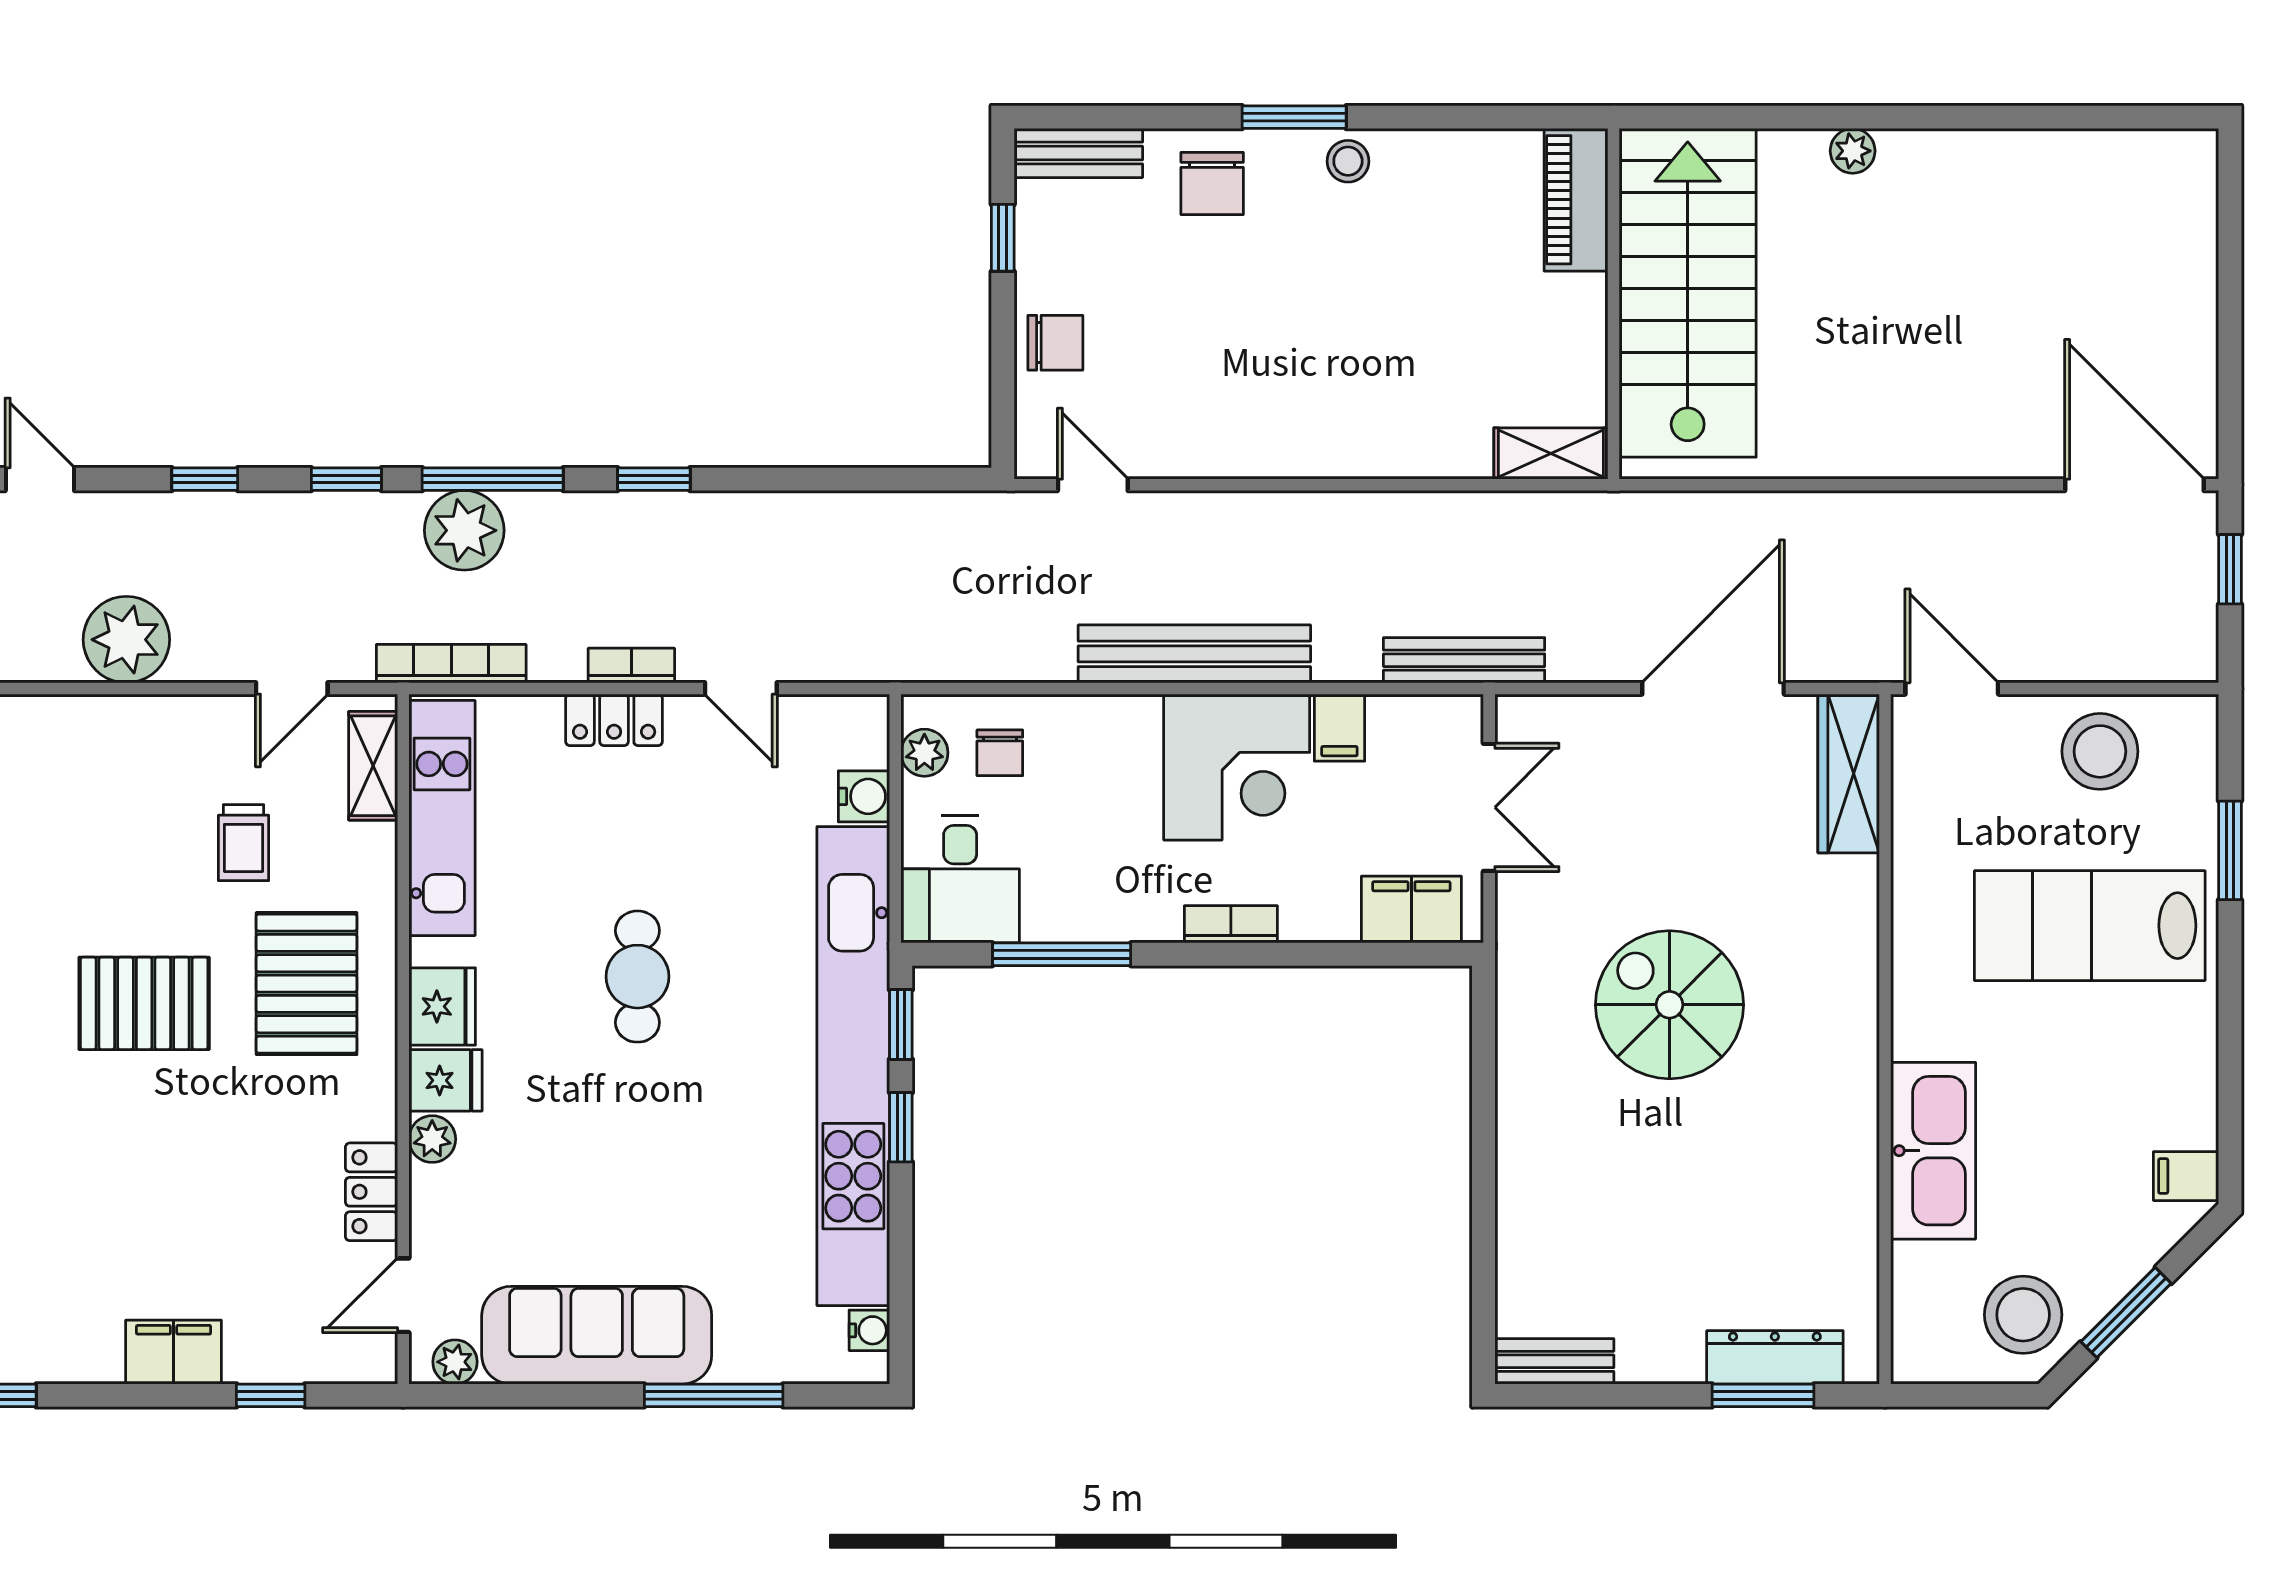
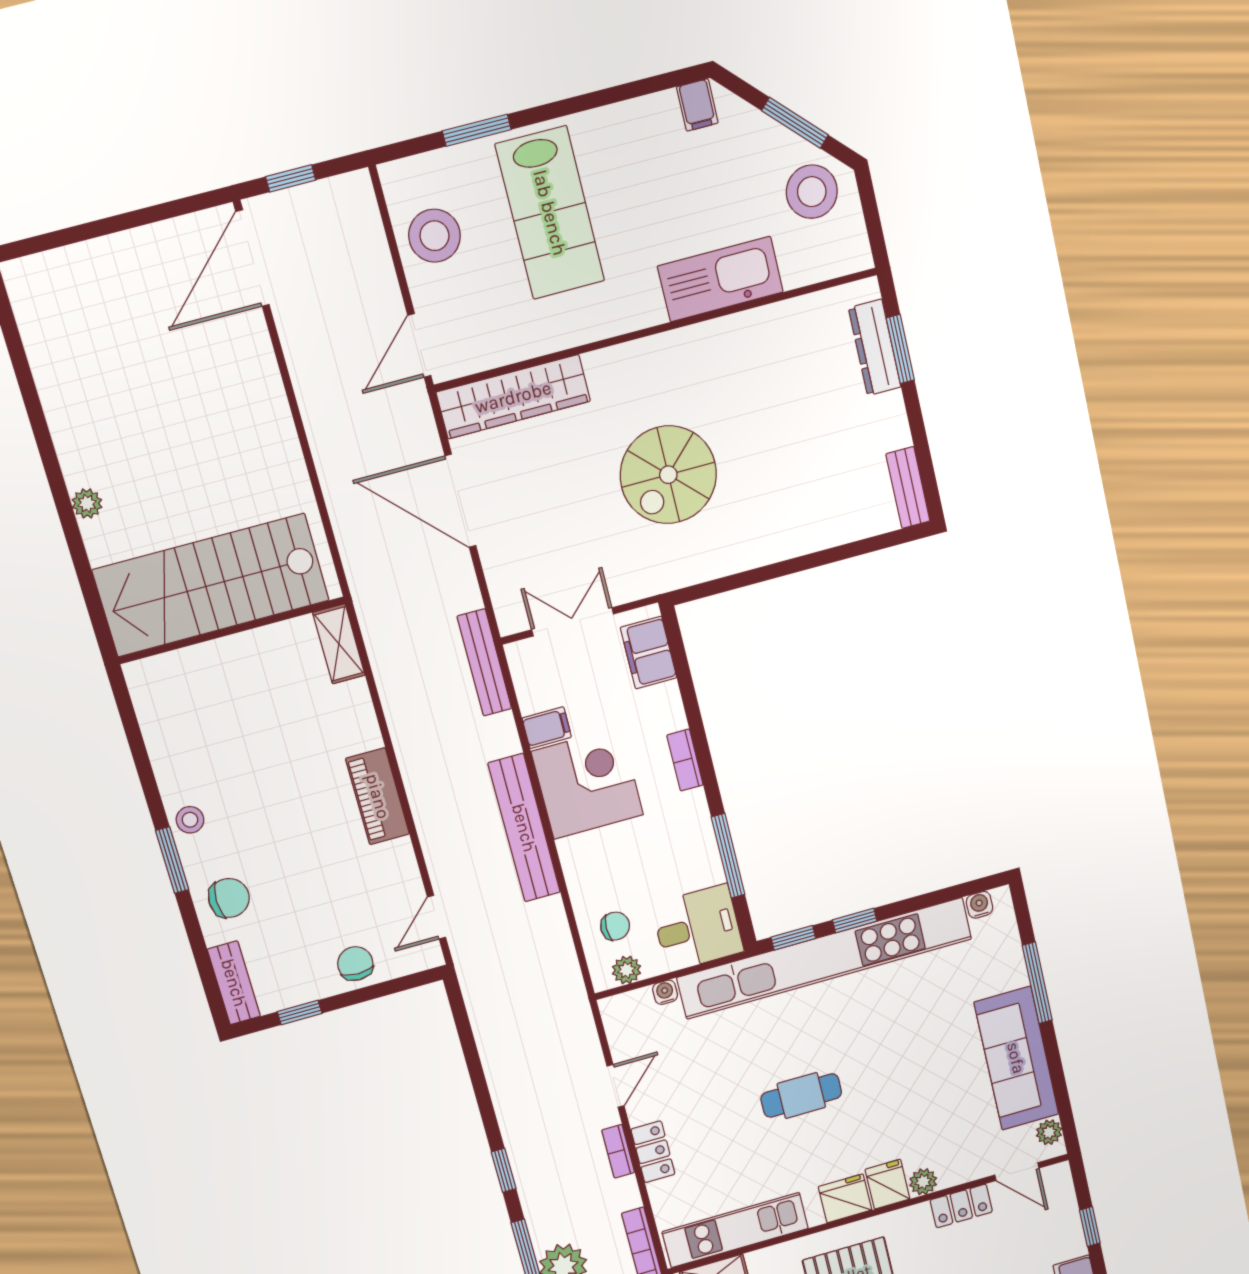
piano: (1576, 200) -> (378, 796), moved, turned 90
wardrobe: (1849, 773) -> (513, 397), width x1.40, depth x1.17
water cooler: (864, 796) -> (665, 992), width x0.72, depth x0.72

